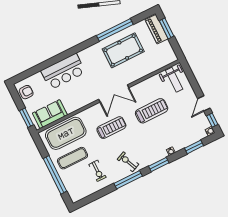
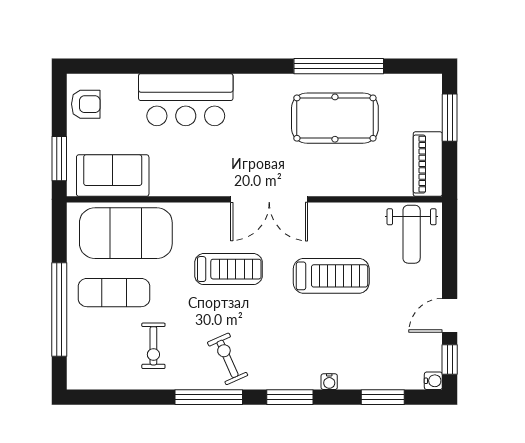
piano: (157, 29) -> (428, 164), moved

